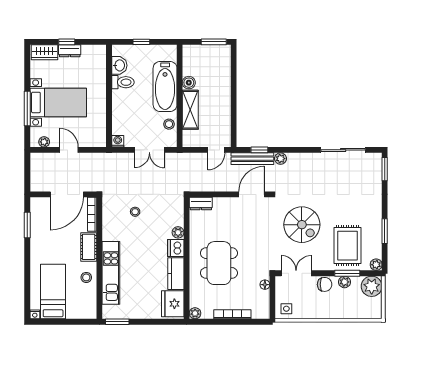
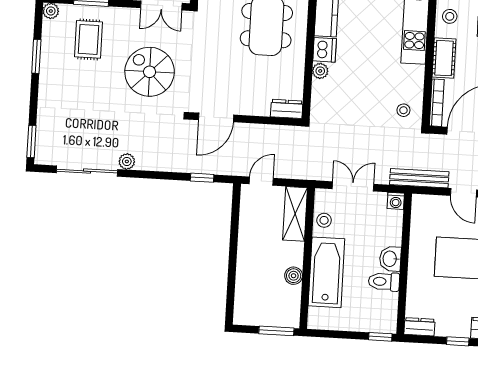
window: (141, 42) -> (380, 337), moved
window: (214, 42) -> (276, 331), moved
dresser: (70, 51) -> (419, 327), moved
washbasin: (119, 65) -> (390, 259), moved
shelving: (190, 110) -> (295, 214), moved
bench: (252, 159) -> (419, 178), moved
plant: (281, 159) -> (127, 161), moved
stool: (135, 212) -> (403, 110), moved
rug: (348, 246) -> (89, 39), width x0.73, depth x0.70

